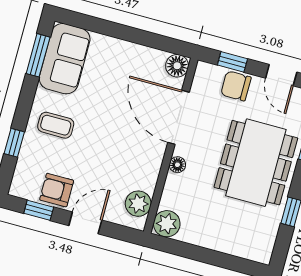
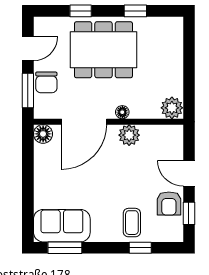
window: (232, 62) -> (28, 90), width x1.50
coffee table: (56, 125) -> (132, 223), moved
plant: (138, 204) -> (129, 135), moved

